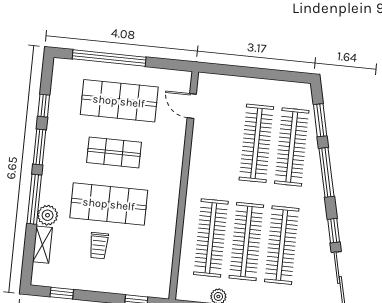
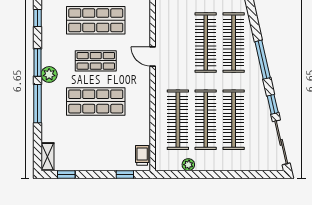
window: (44, 106) -> (37, 18), moved
door: (192, 106) -> (153, 57), moved
window: (320, 120) -> (254, 20), removed
plant: (48, 215) -> (49, 74), moved
shelving: (42, 245) -> (47, 157), moved
trolley: (99, 246) -> (142, 155), moved, turned 180

